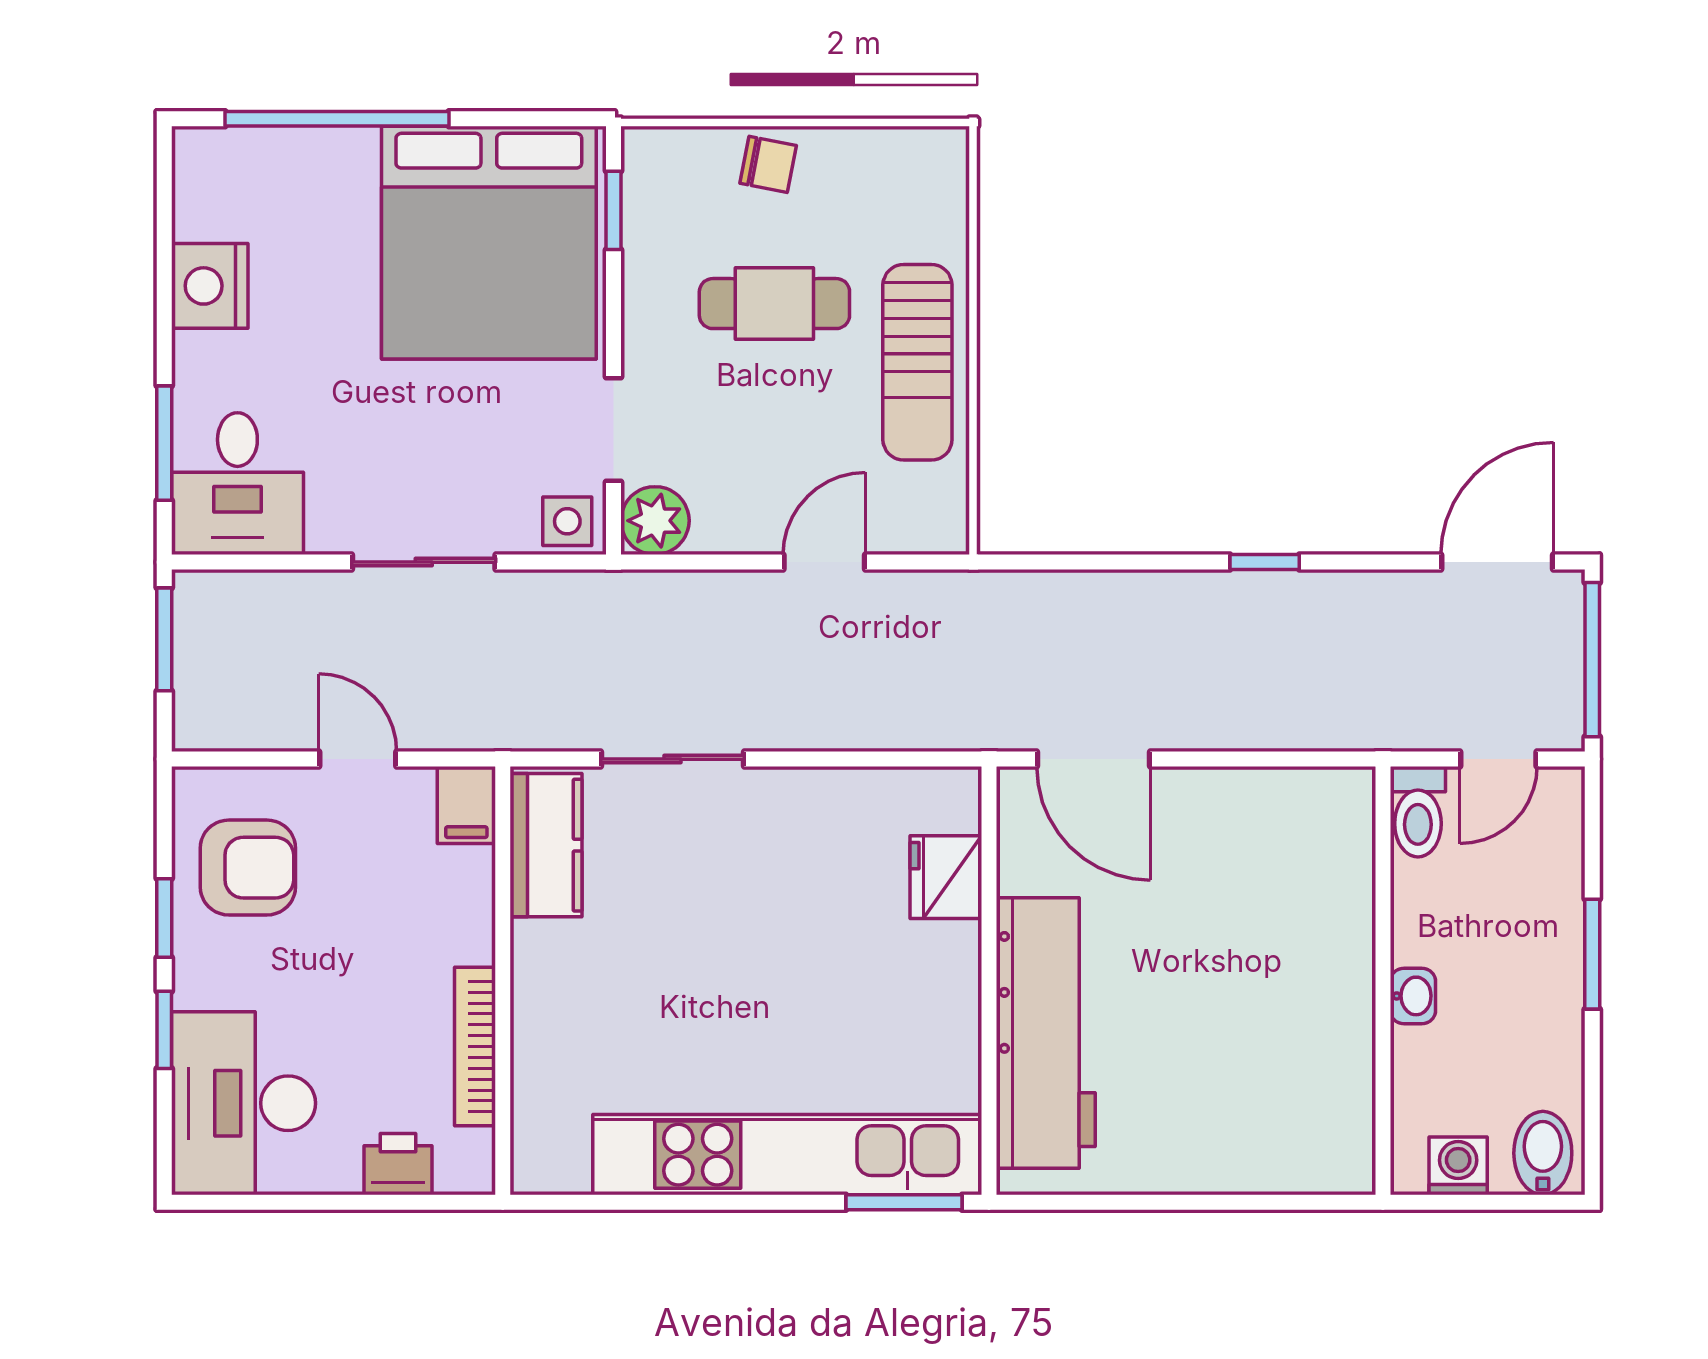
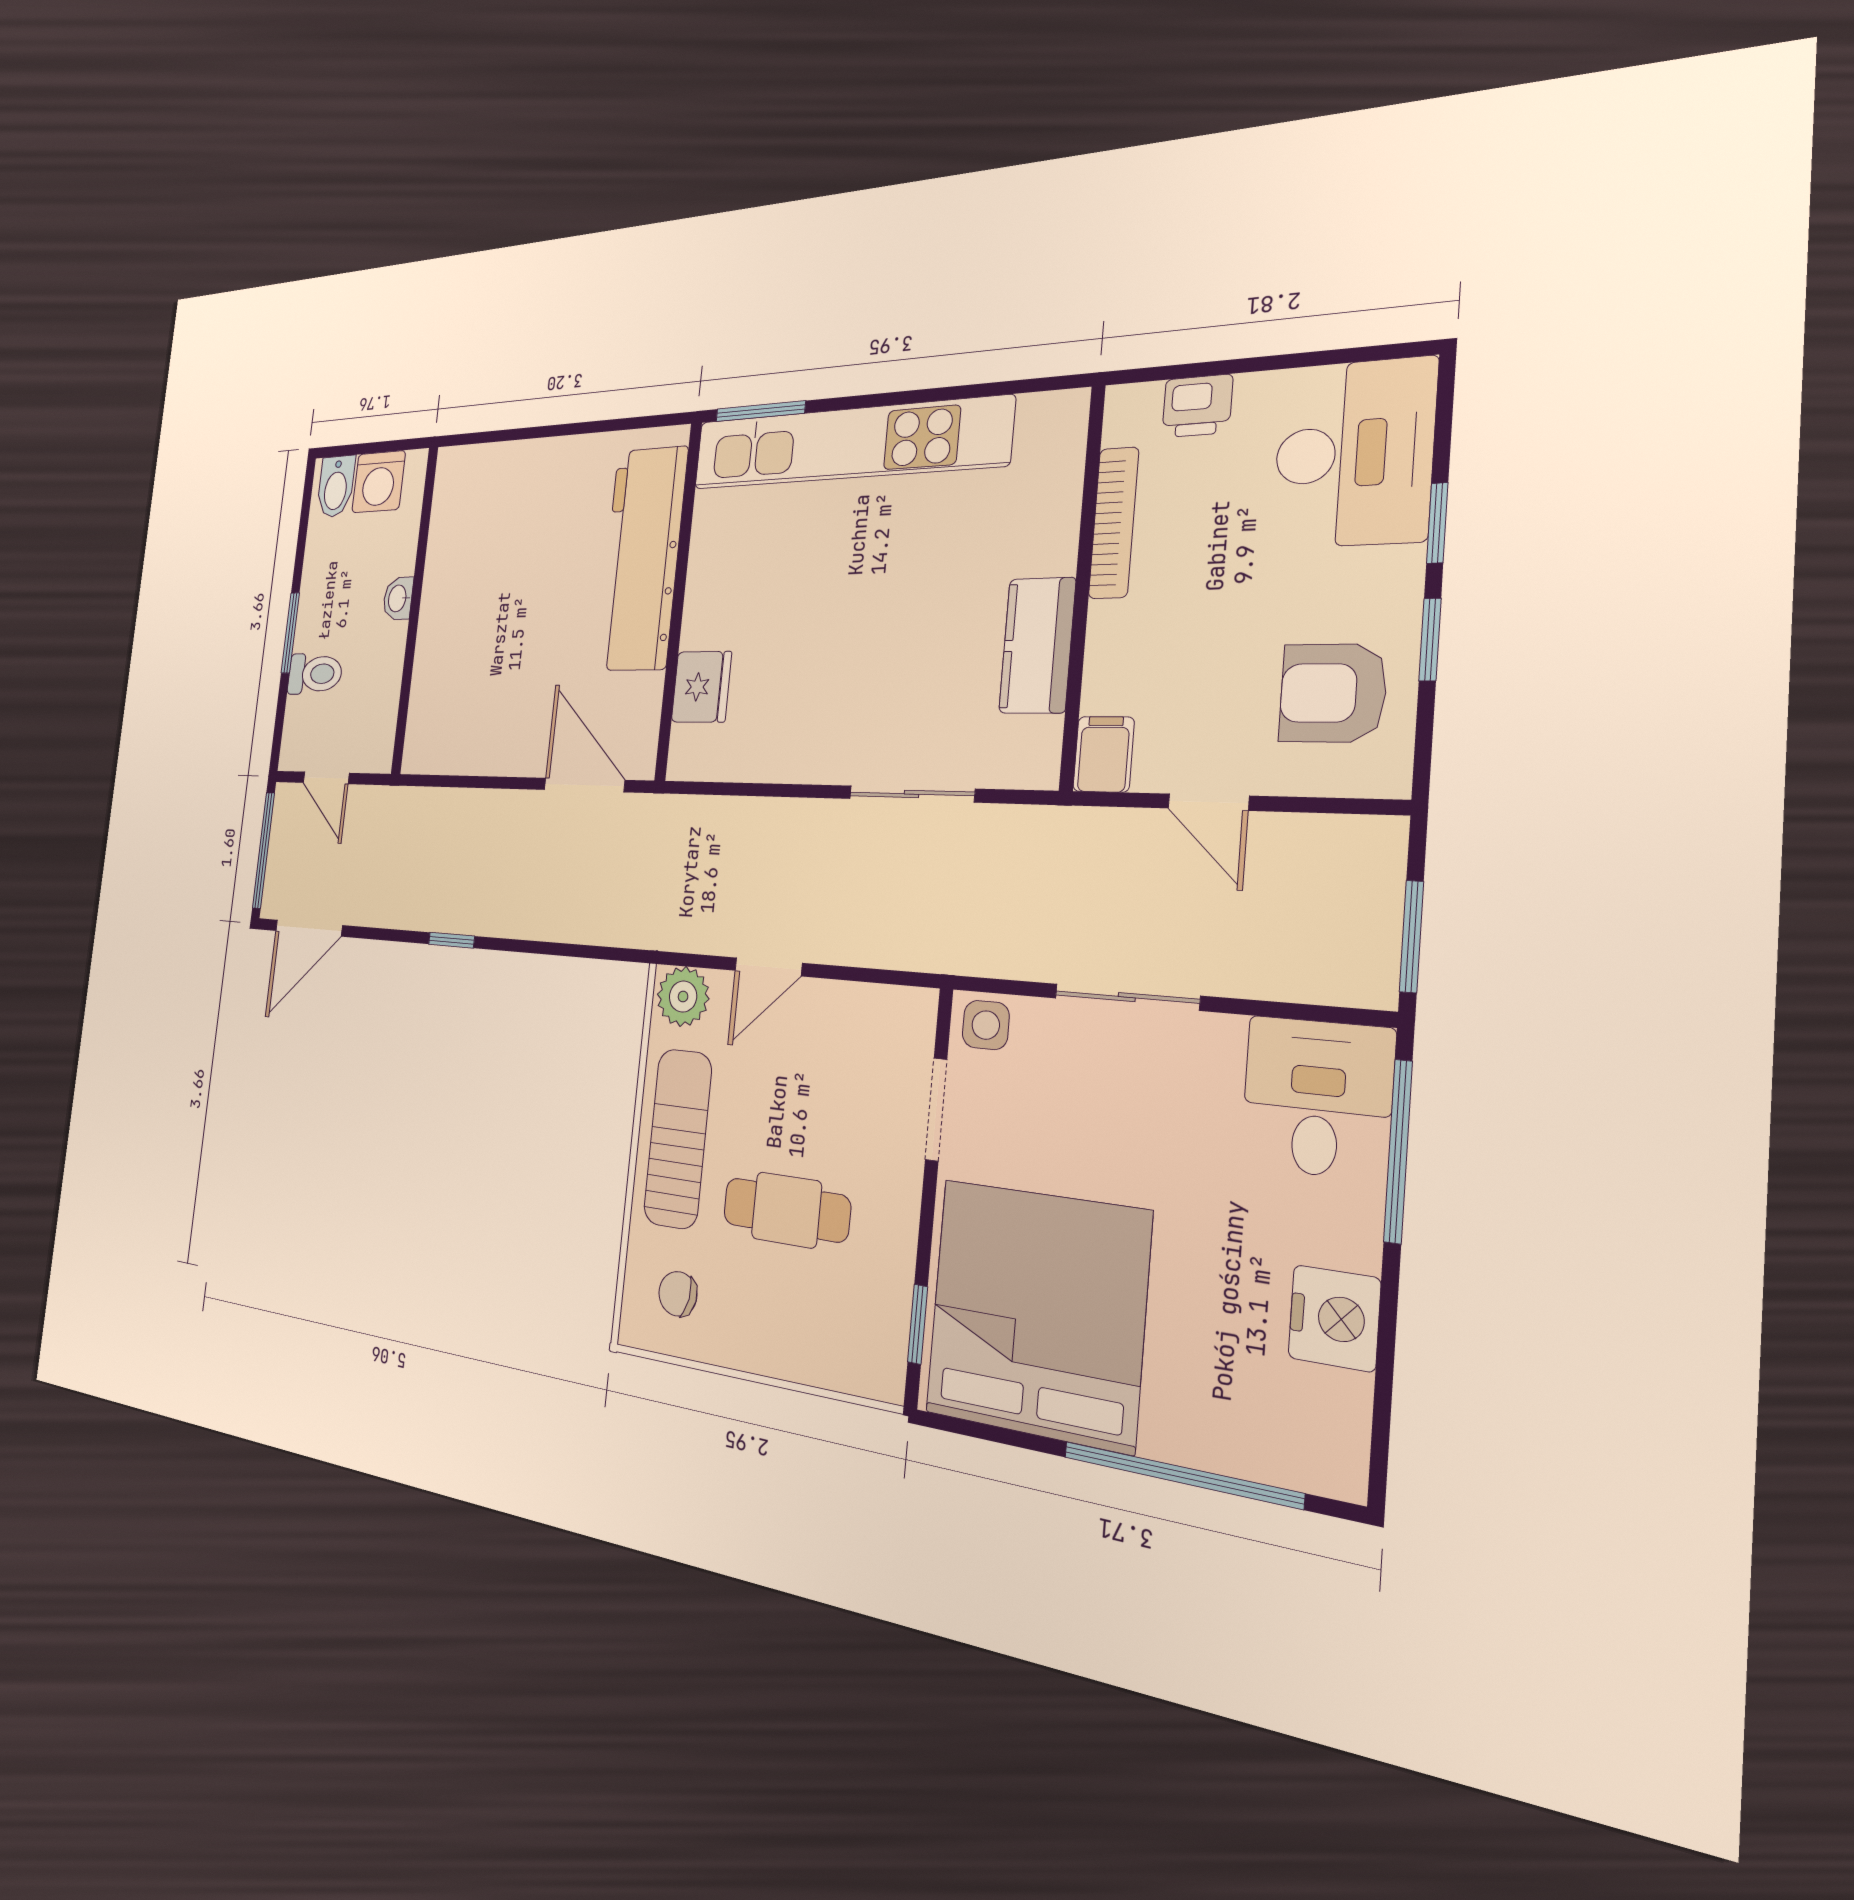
chair: (768, 164) -> (678, 1294), moved
window: (164, 443) -> (1398, 1151), width x1.44
plant: (655, 521) -> (683, 997), moved
door: (1498, 759) -> (326, 778), swing flipped
toilet: (1418, 812) -> (315, 674), moved, turned 90
kitchen counter: (546, 845) -> (1037, 645), moved
washing machine: (1458, 1166) -> (379, 482), width x1.38, depth x1.38

